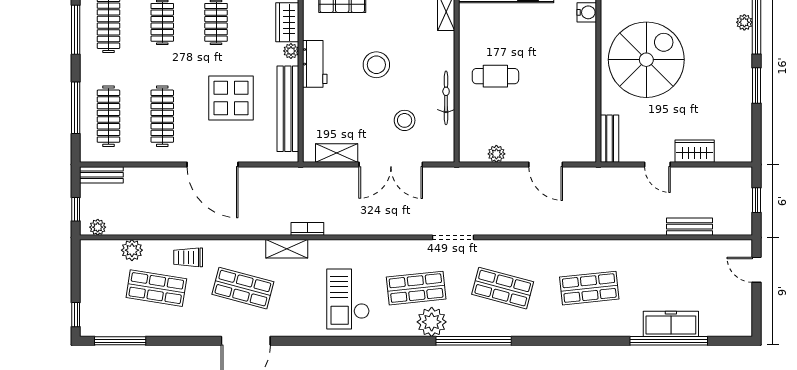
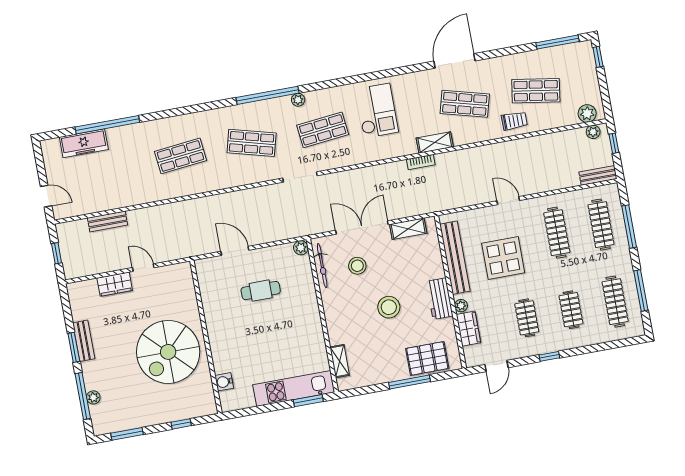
cafe table: (495, 76) -> (261, 291), moved
bicycle: (446, 98) -> (322, 266), moved
bench: (610, 139) -> (84, 341), moved
plant: (496, 154) -> (301, 248), moved
door: (213, 164) -> (508, 201), width x0.53
plant: (132, 250) -> (587, 113), moved
plant: (432, 322) -> (298, 100), width x0.53, depth x0.53
freezer: (671, 324) -> (84, 143), moved

